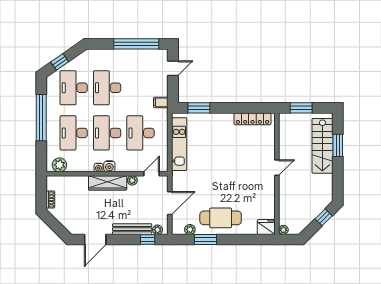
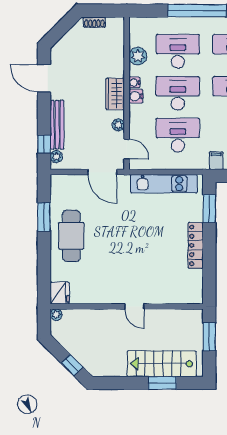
locker: (252, 119) -> (196, 245), moved
plant: (59, 165) -> (138, 56), moved
wardrobe: (108, 183) -> (115, 94), width x0.67
door: (170, 203) -> (102, 172), moved
plant: (190, 229) -> (57, 197), removed

